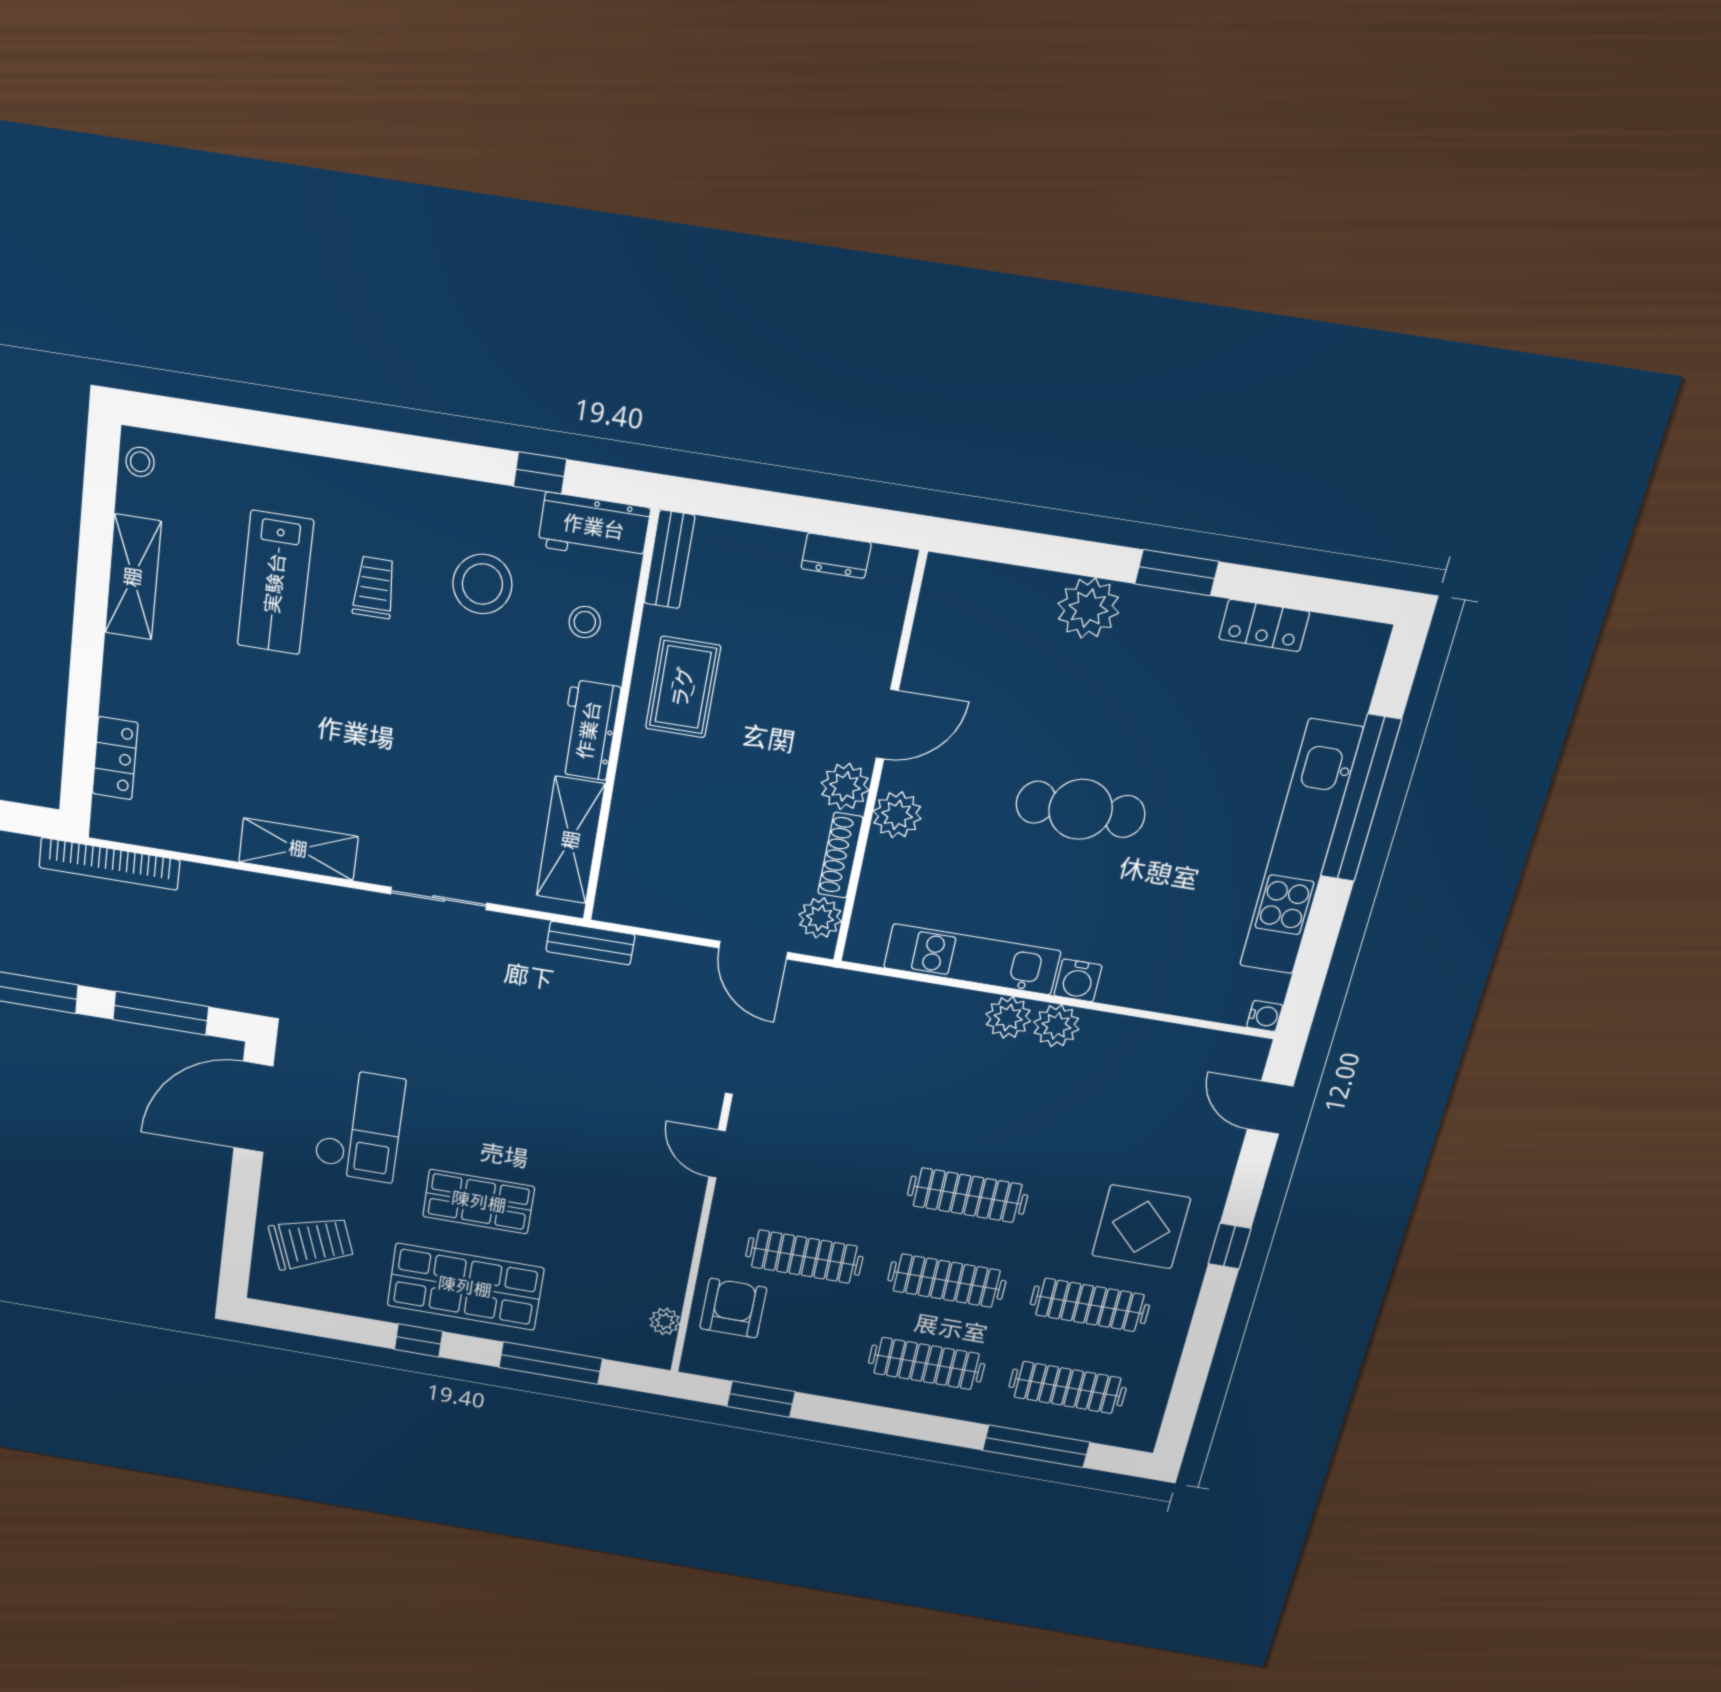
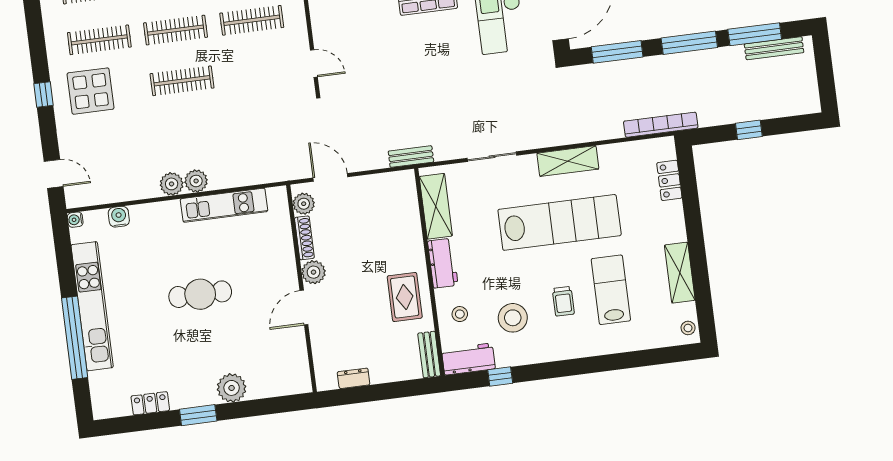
lab bench: (343, 741) -> (560, 222), added
plant: (897, 815) -> (284, 266), removed
water cooler: (1078, 980) -> (119, 217), moved

